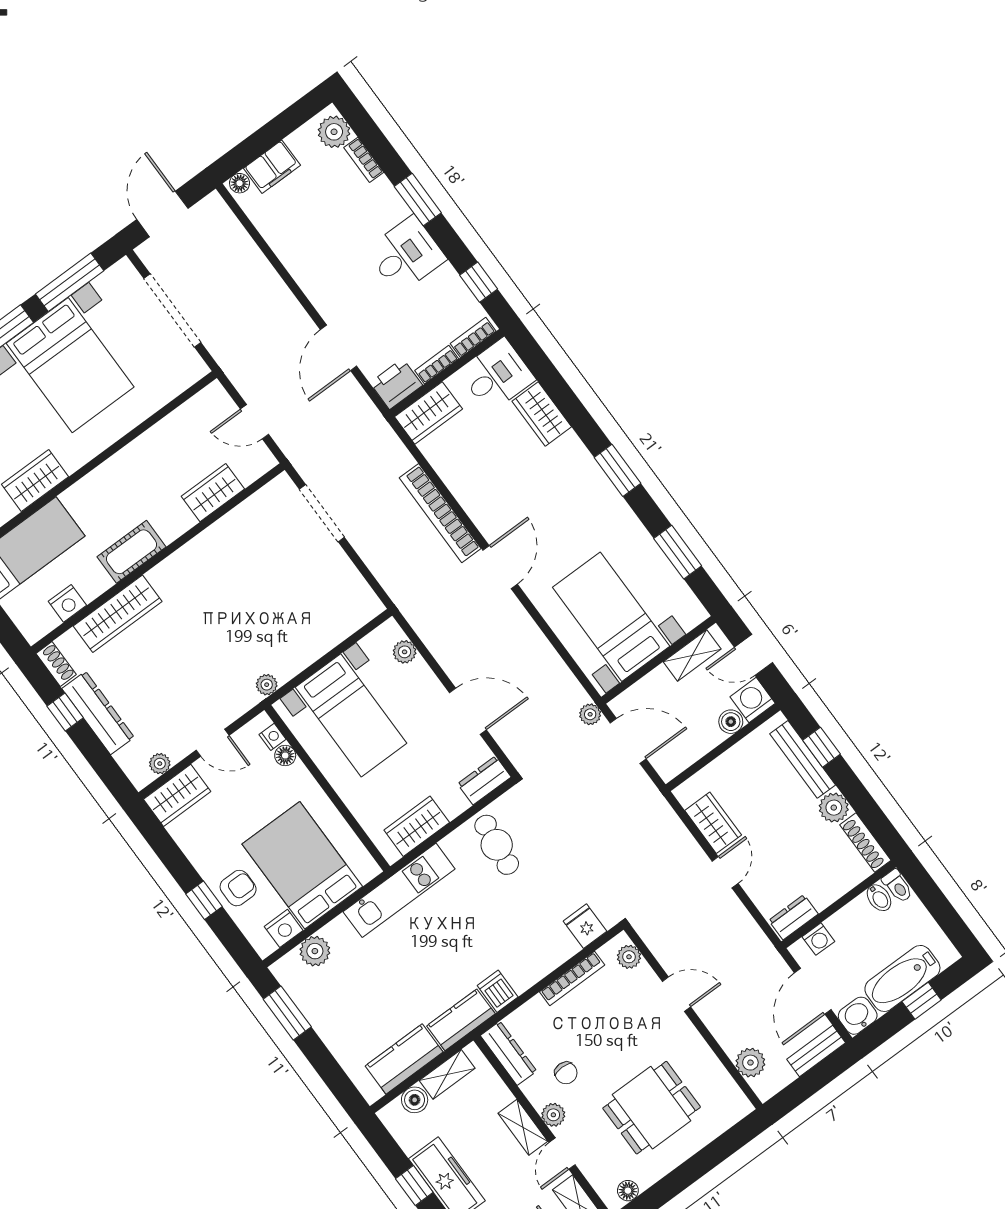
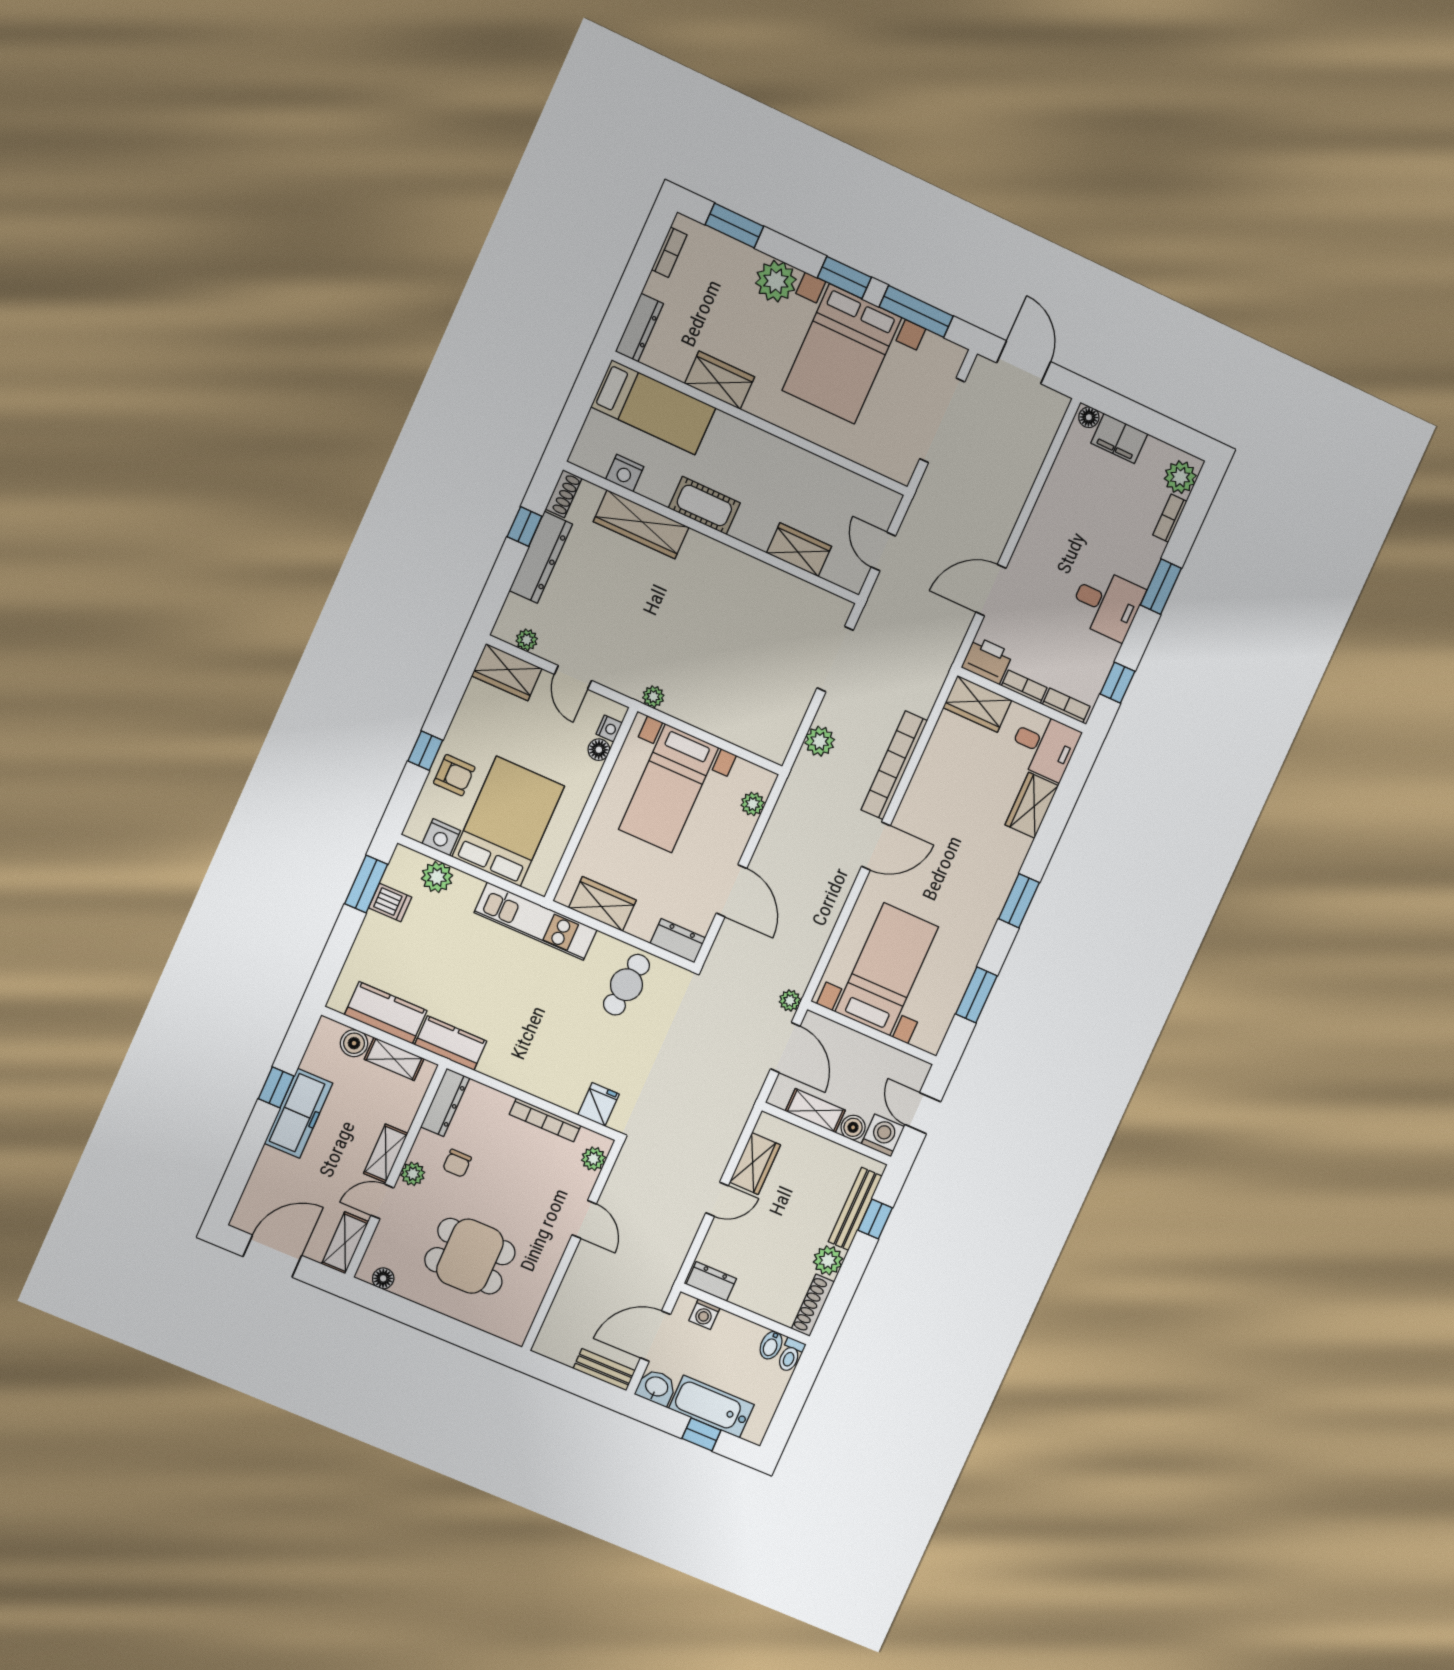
door: (162, 214) -> (1024, 362), hinge flipped
shelving: (692, 655) -> (815, 1111), moved
dishwasher: (498, 991) -> (390, 902), moved, turned 90
plant: (750, 1063) -> (820, 741), moved

